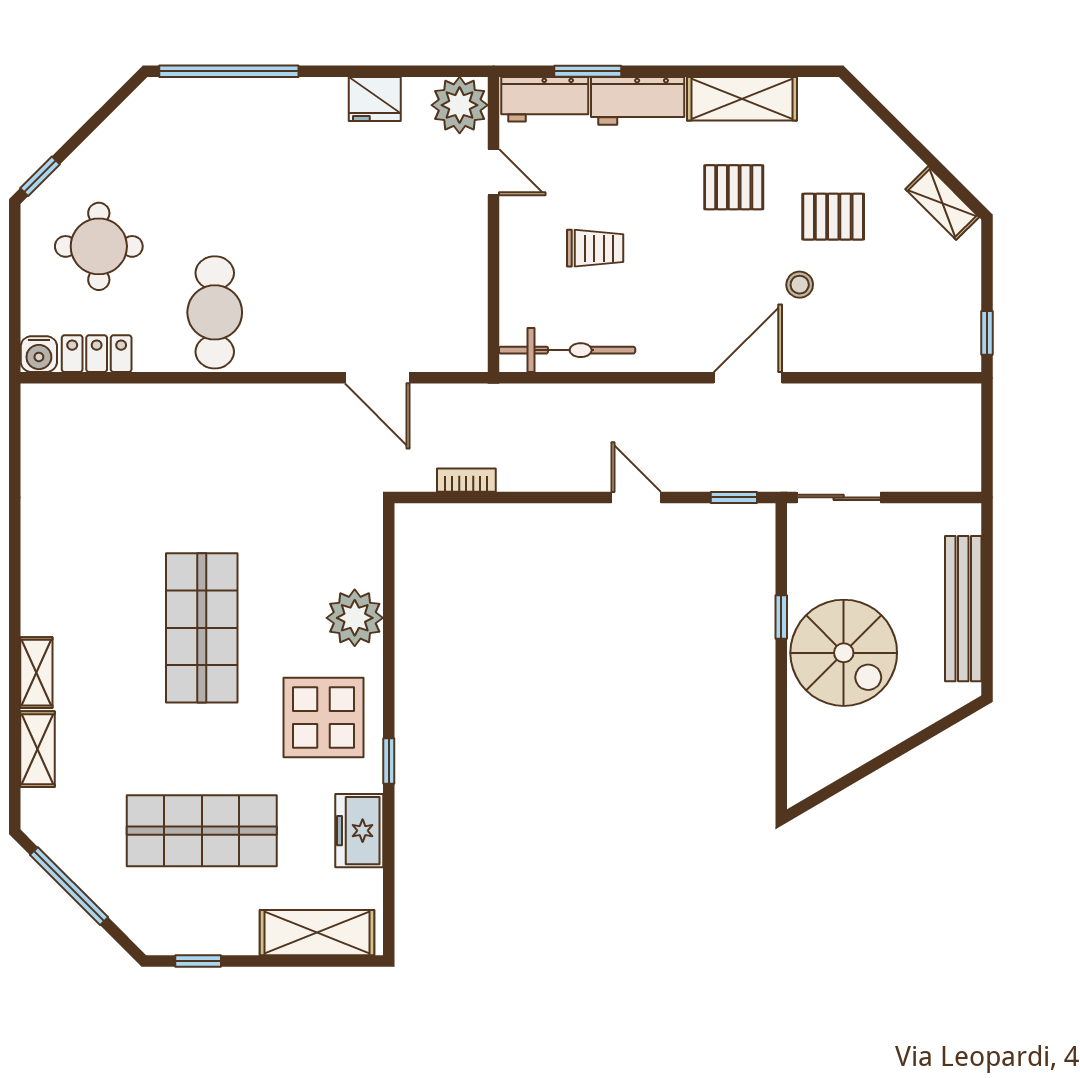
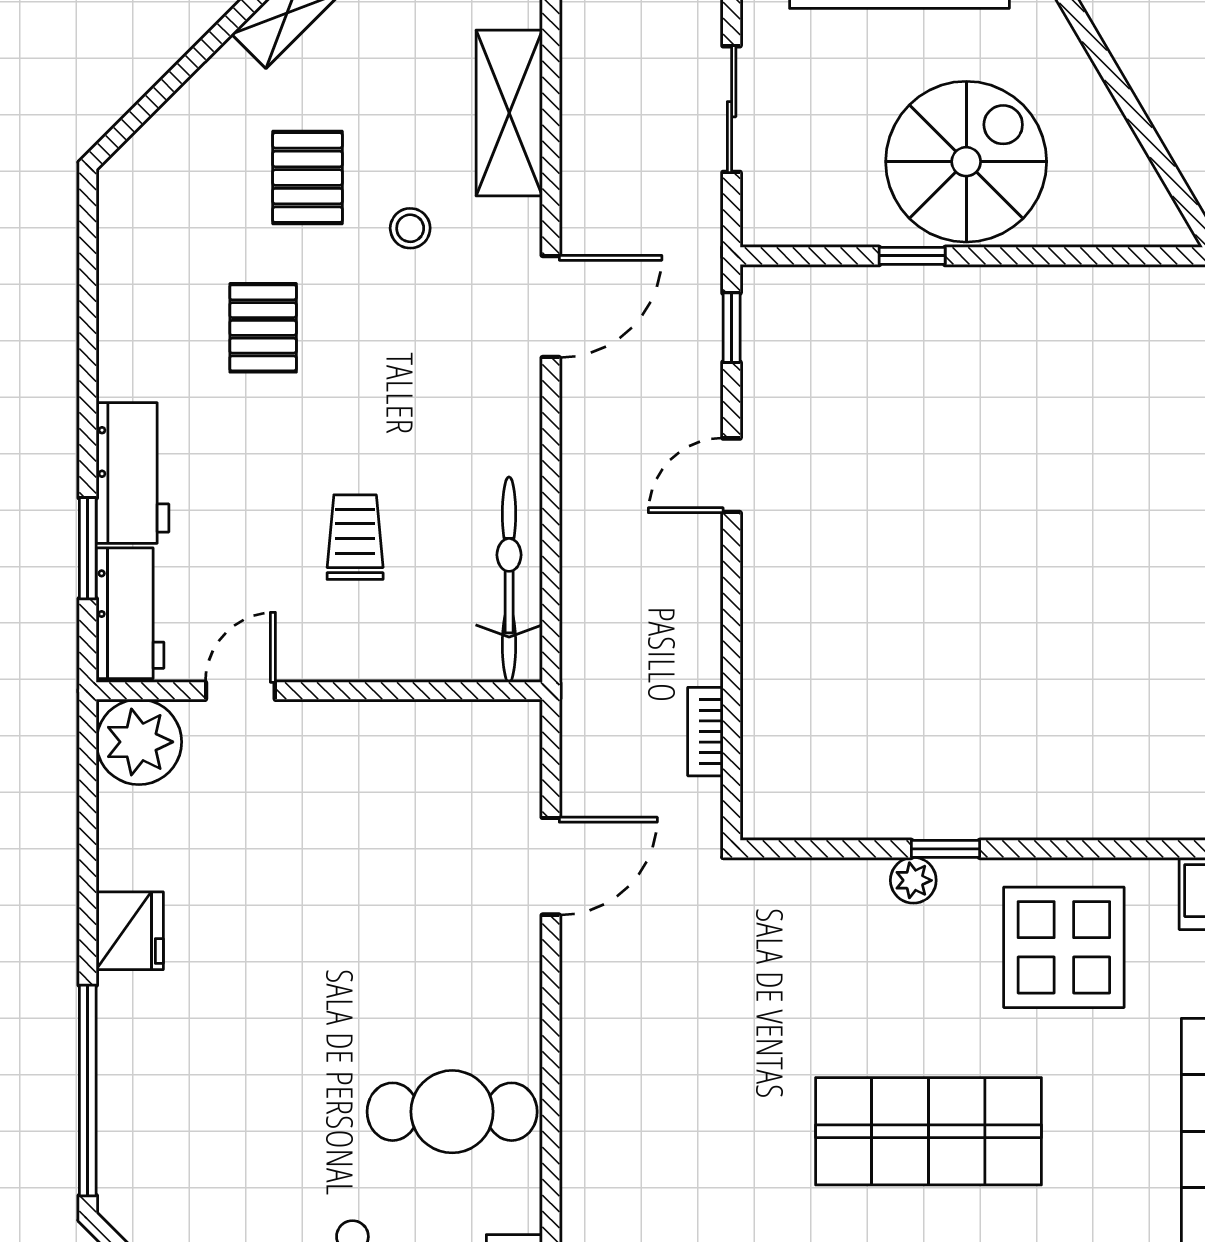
fridge: (375, 99) -> (130, 931), moved
shelving: (742, 99) -> (509, 113), moved
door: (748, 378) -> (551, 306), swing flipped
sliding door: (839, 497) -> (732, 109), moved
plant: (355, 618) -> (913, 880), width x0.53, depth x0.53
window: (389, 761) -> (945, 849), moved

